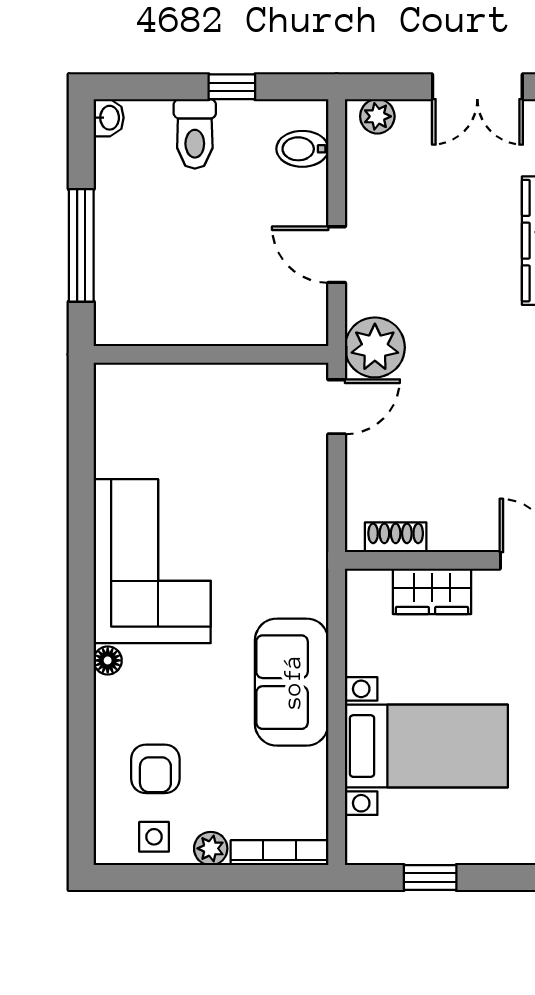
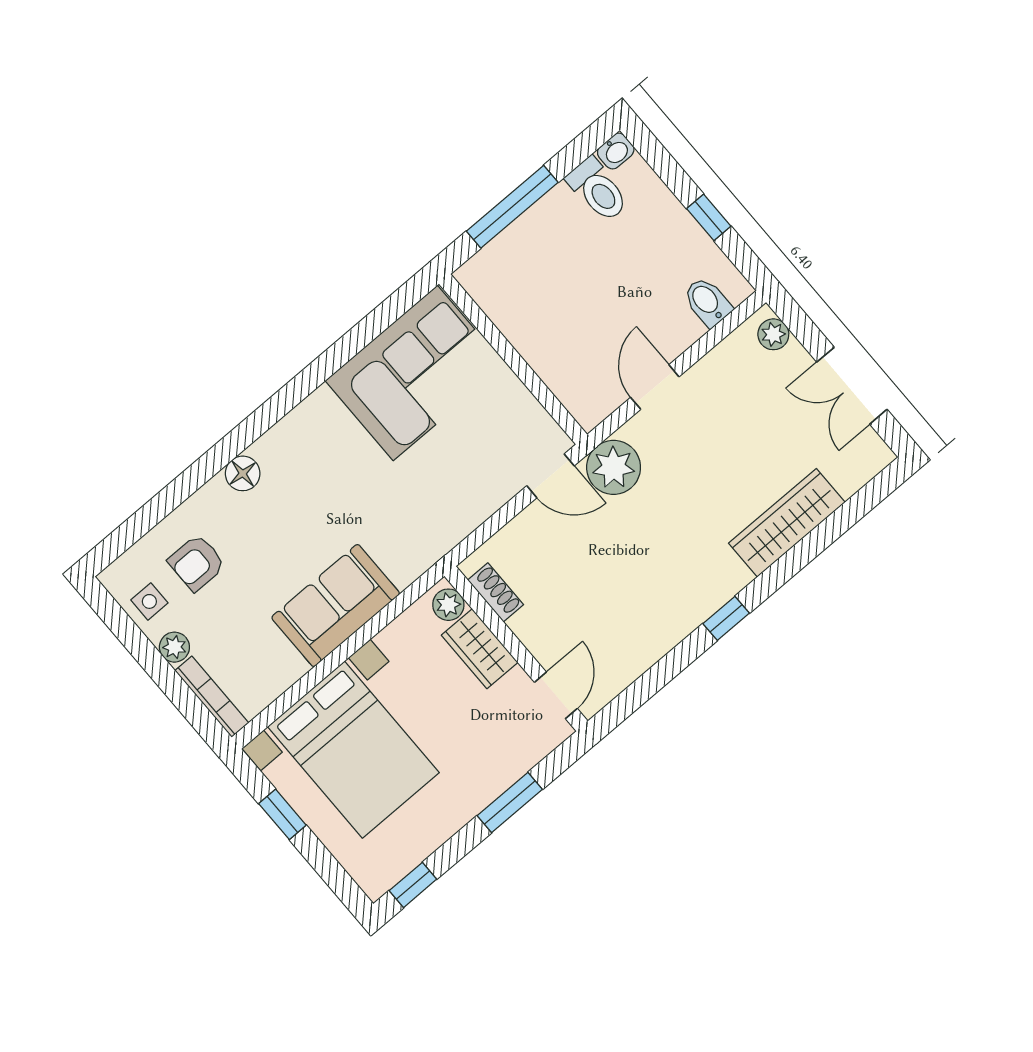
toilet: (195, 134) -> (598, 190), moved, turned -90
corner sofa: (152, 561) -> (415, 373), moved
plant: (372, 586) -> (448, 605), added
floor lamp: (108, 660) -> (243, 473), width x1.37, depth x1.37
bed with nightstands: (426, 746) -> (353, 750), width x1.36

